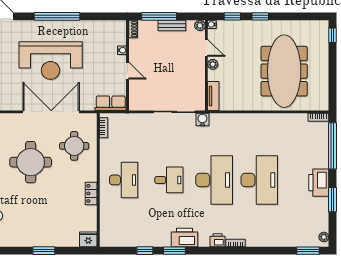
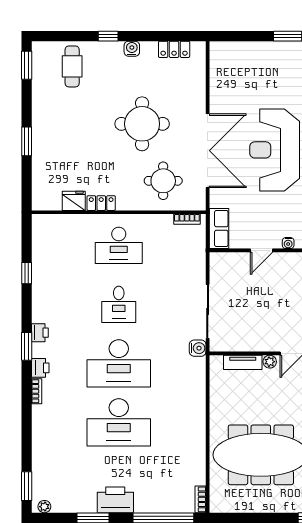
tv unit: (213, 96) -> (243, 362), moved
printer: (184, 237) -> (40, 333), width x0.53, depth x0.68
fridge: (88, 239) -> (74, 201), moved, turned -90
window: (174, 251) -> (27, 346), moved

